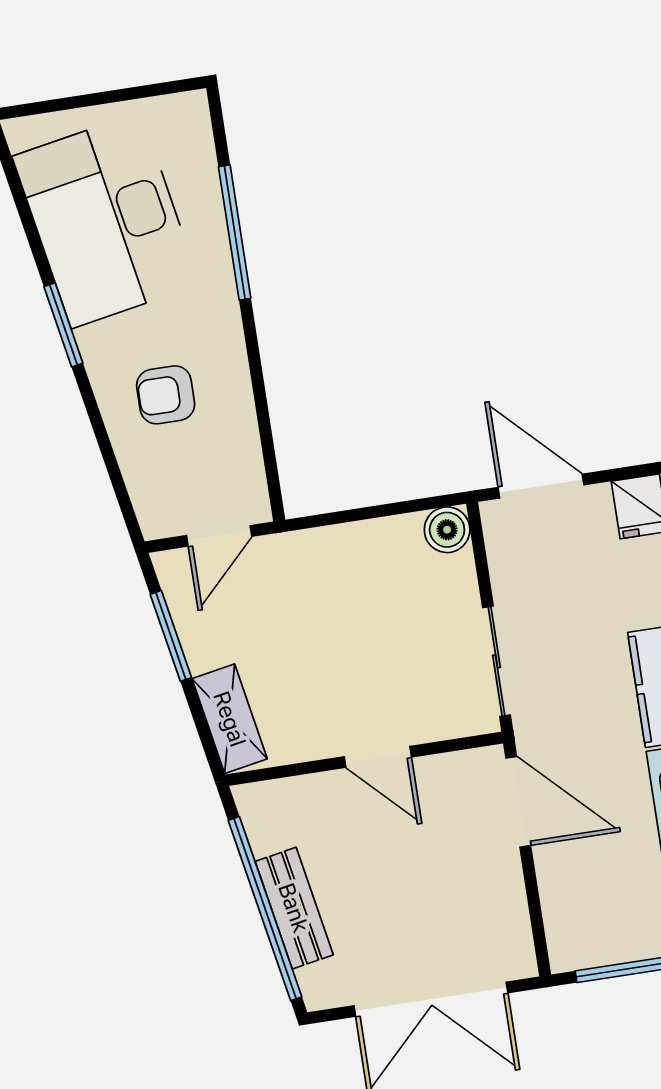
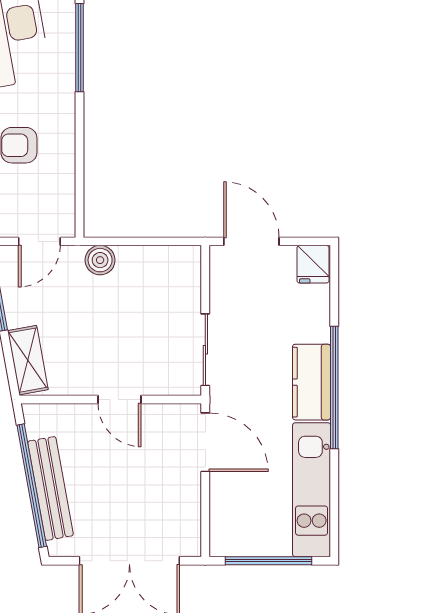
boiler: (447, 530) -> (100, 260), moved
bench: (294, 908) -> (51, 488), width x1.36

